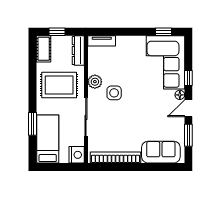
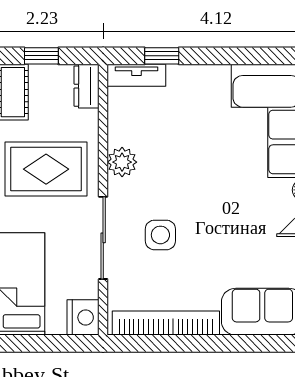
window: (163, 32) -> (162, 56), moved
dresser: (78, 51) -> (87, 86), width x0.70
side table: (114, 93) -> (160, 235), moved

